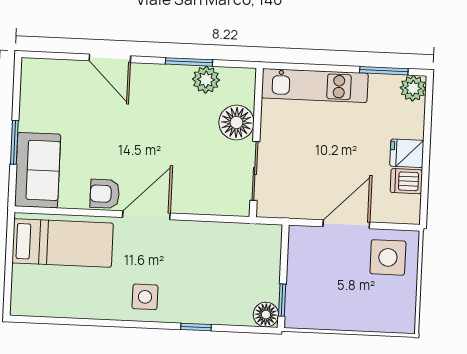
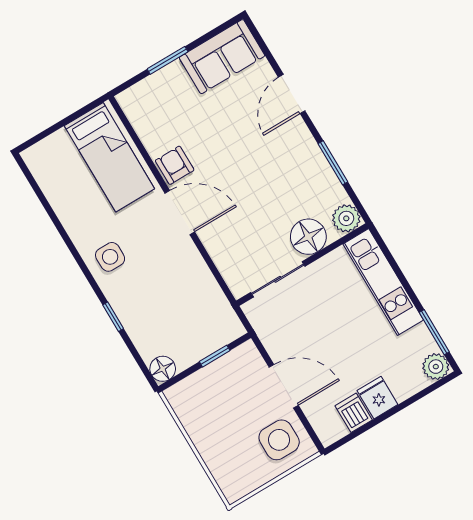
plant: (206, 80) -> (346, 218), moved
sofa: (38, 170) -> (222, 57), moved
window: (282, 300) -> (215, 356), moved

